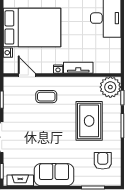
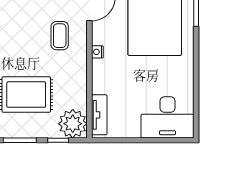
tv unit: (78, 68) -> (99, 115), moved

